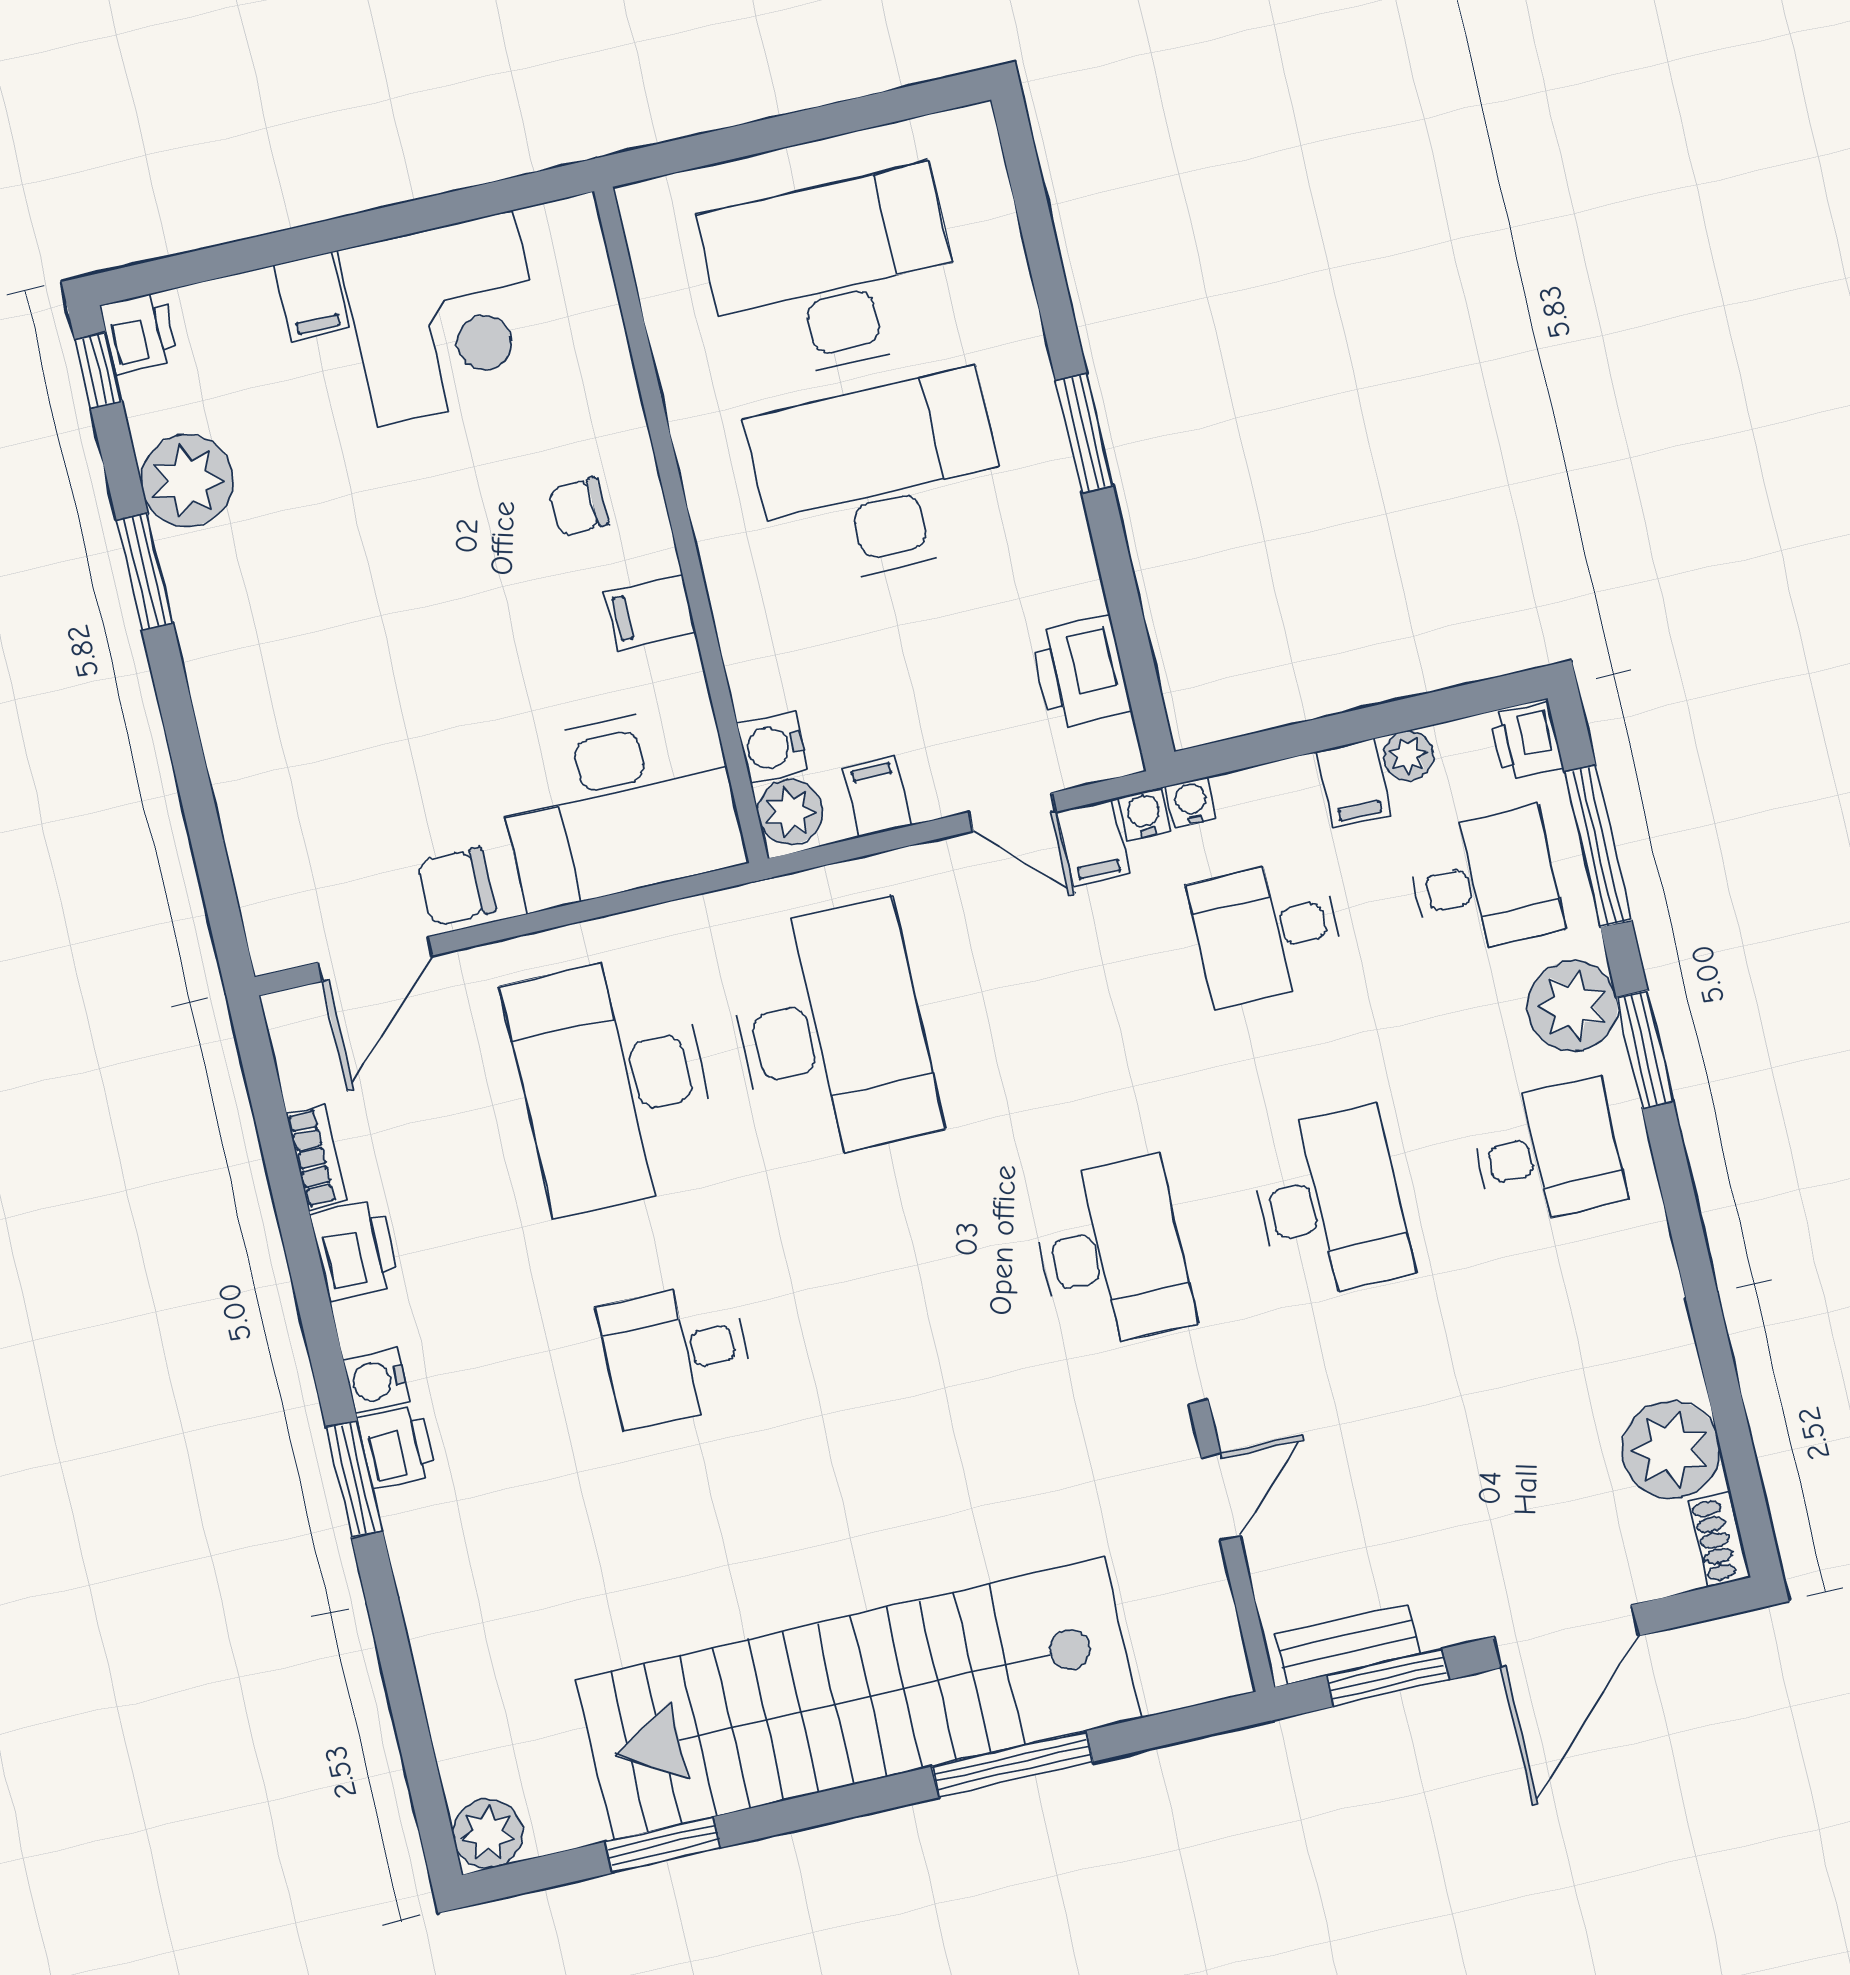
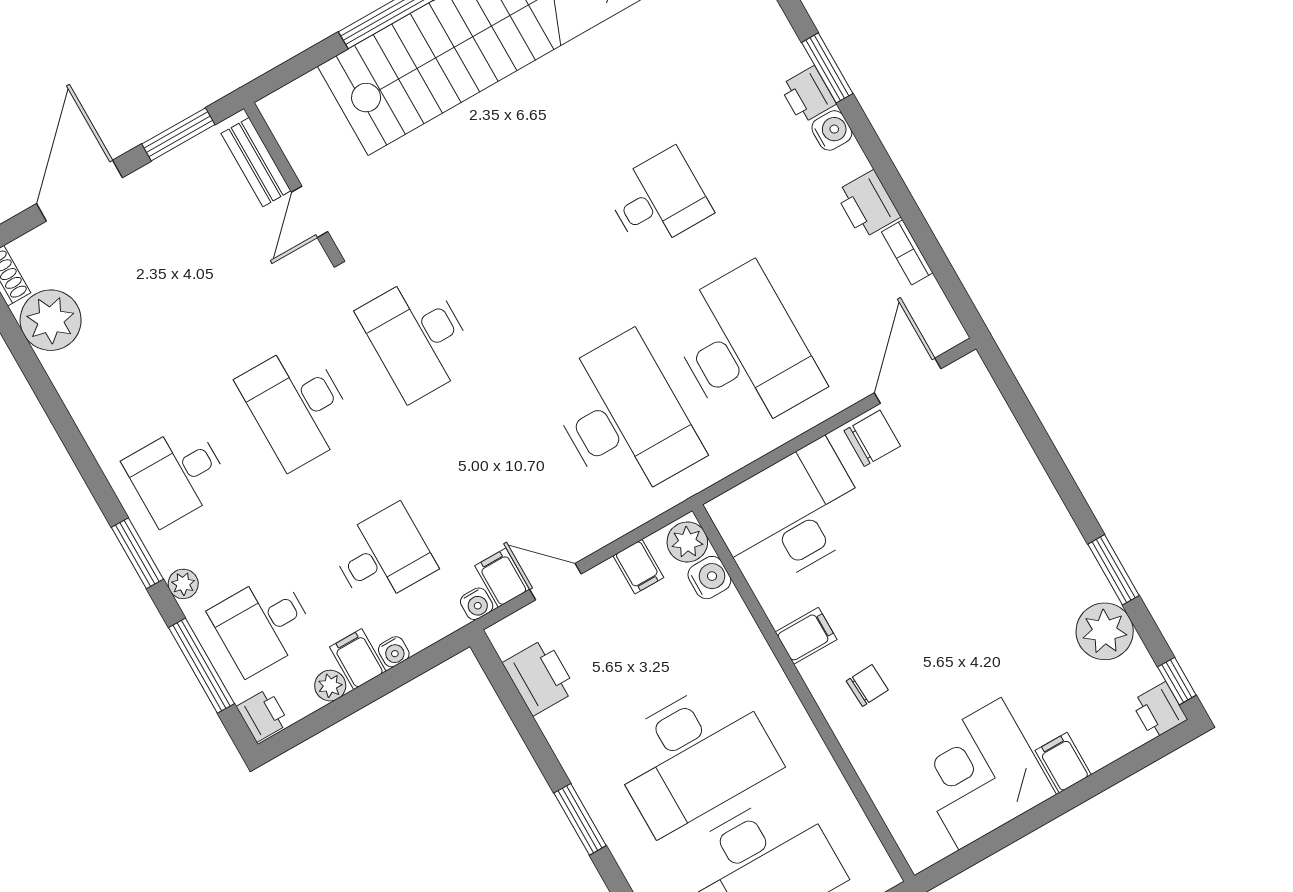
water cooler: (1192, 802) -> (394, 652), moved
plant: (1573, 1006) -> (183, 584), width x0.53, depth x0.53
desk: (831, 1033) -> (624, 418), turned 180
bench: (1348, 1644) -> (256, 162), moved, turned 90

